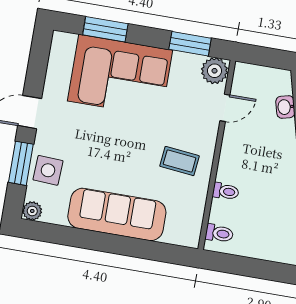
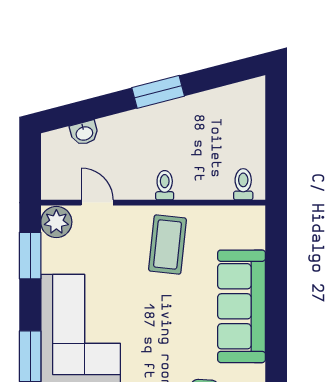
coffee table: (180, 161) -> (167, 245), width x1.36, depth x1.30
toilet: (226, 191) -> (165, 185), moved

